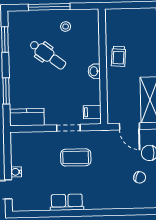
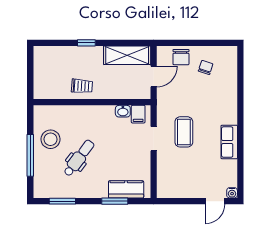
stool: (66, 27) -> (51, 139), width x1.89, depth x1.89
washbasin: (94, 71) -> (123, 111), moved
kitchen counter: (27, 117) -> (126, 189), moved, turned 90
water cooler: (16, 172) -> (232, 193), moved

